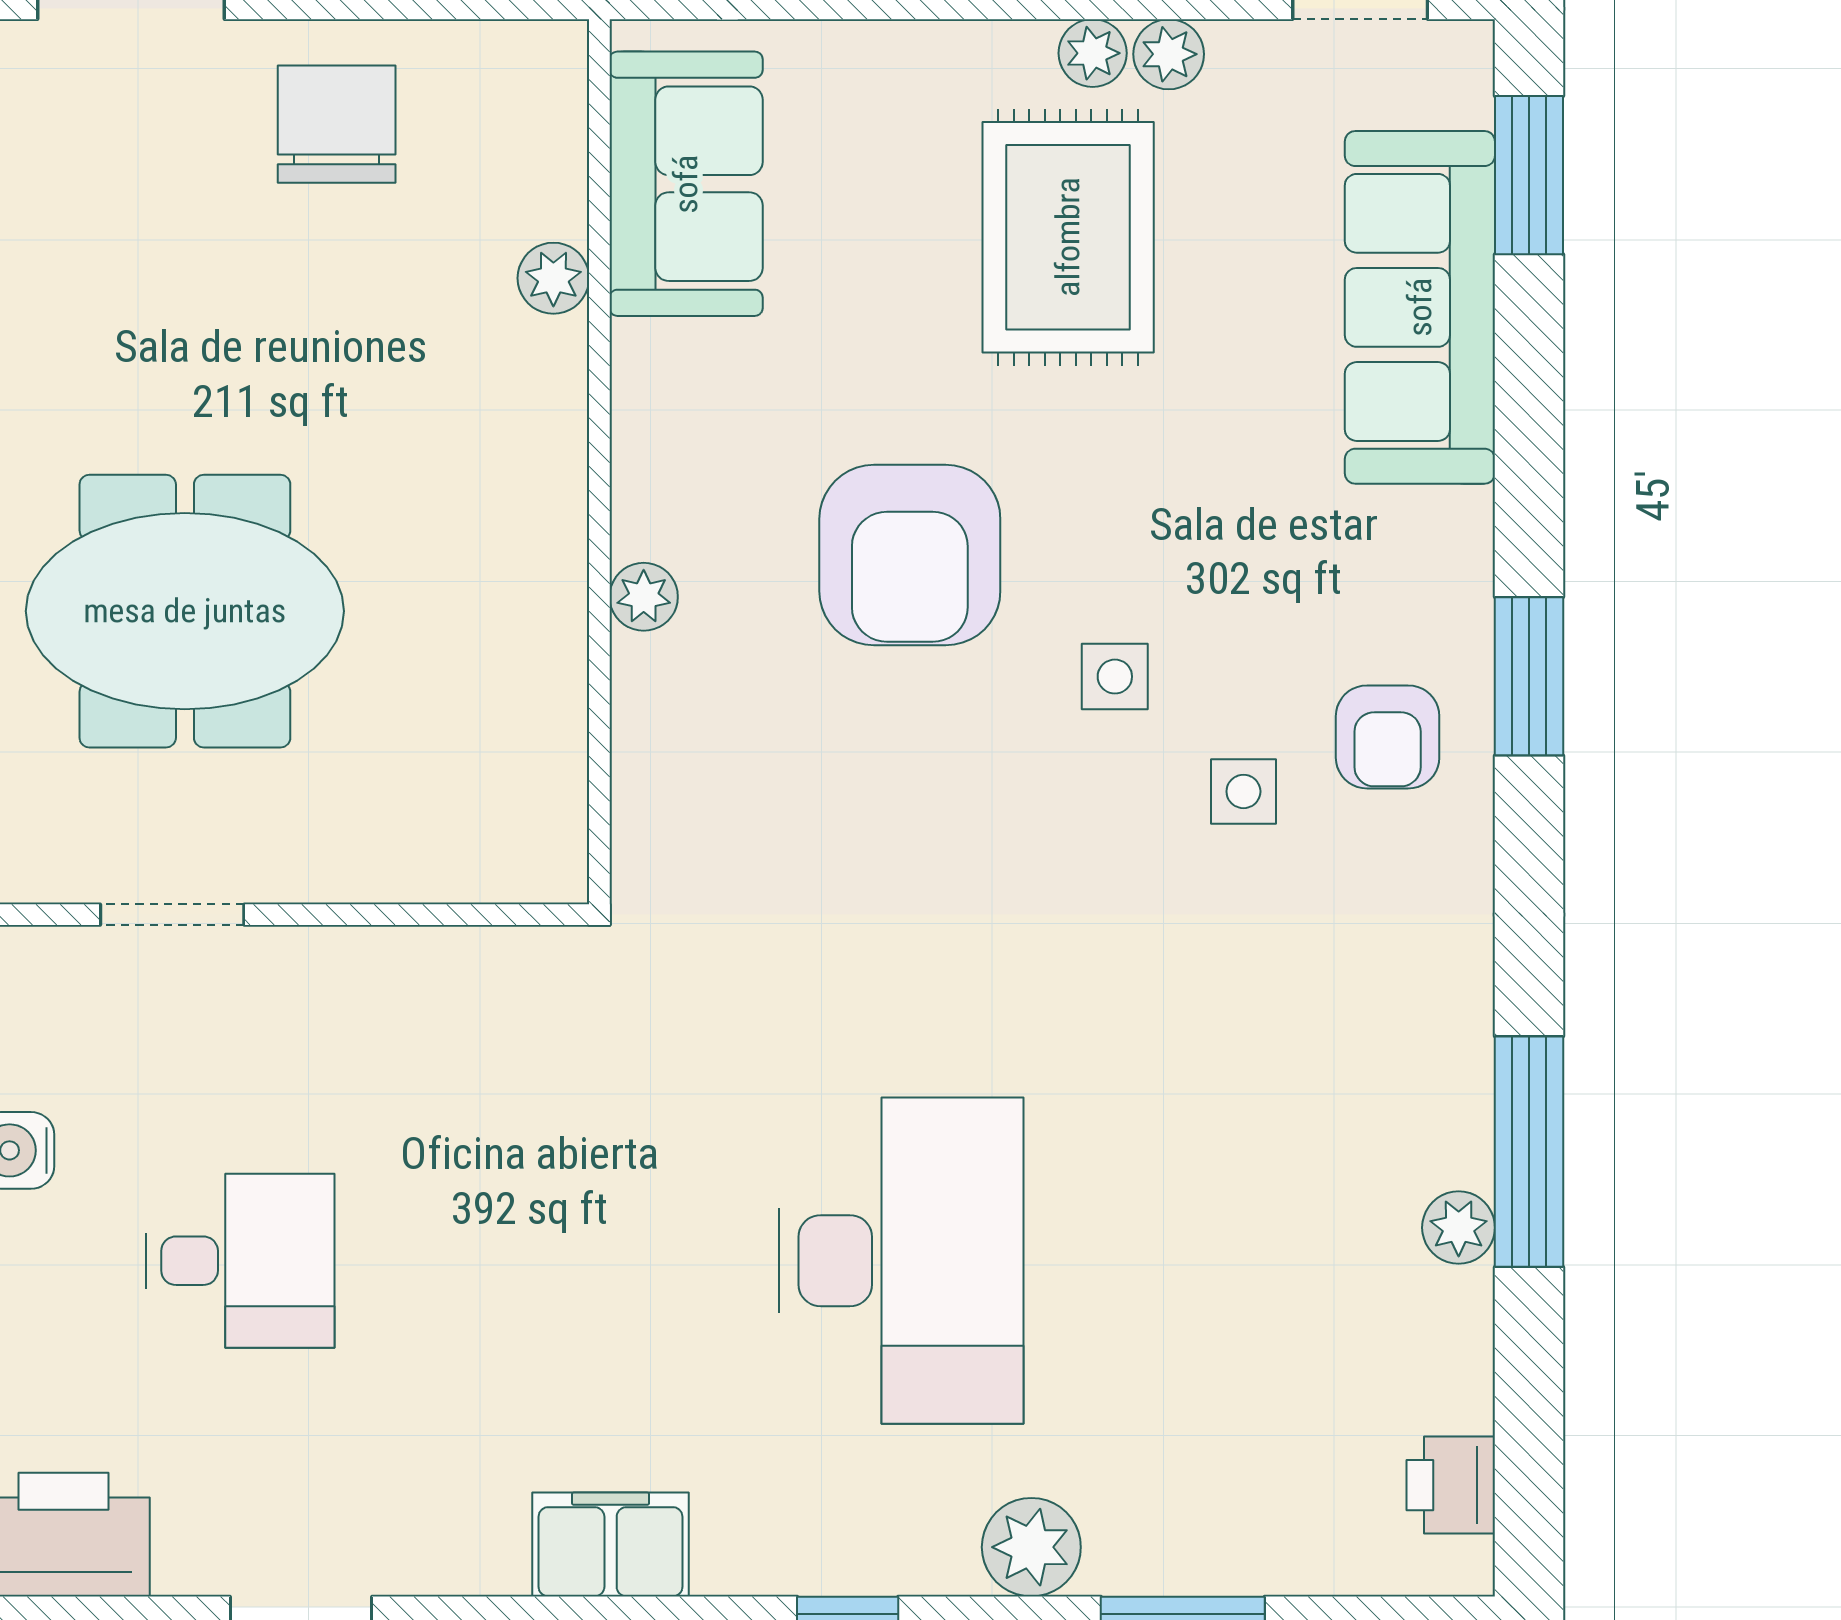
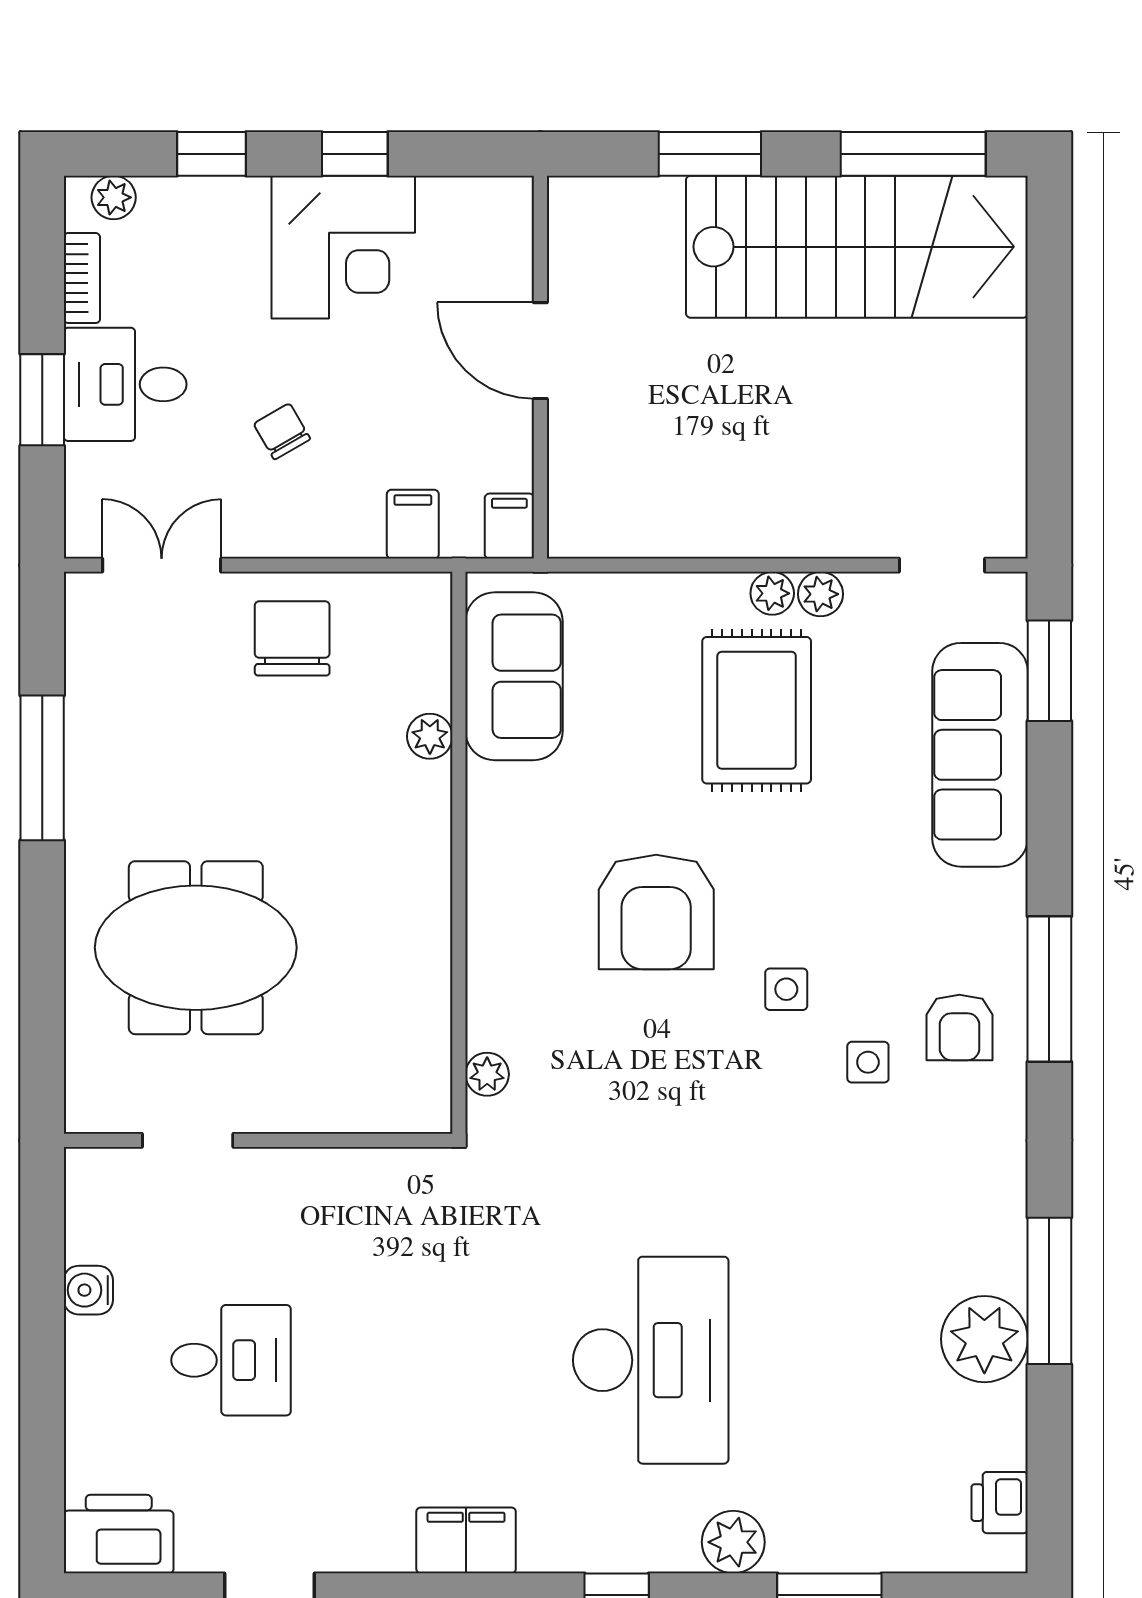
plant: (644, 597) -> (487, 1074), moved
window: (1529, 676) -> (1049, 989), width x1.44
plant: (1459, 1228) -> (984, 1339), width x1.88, depth x1.88

